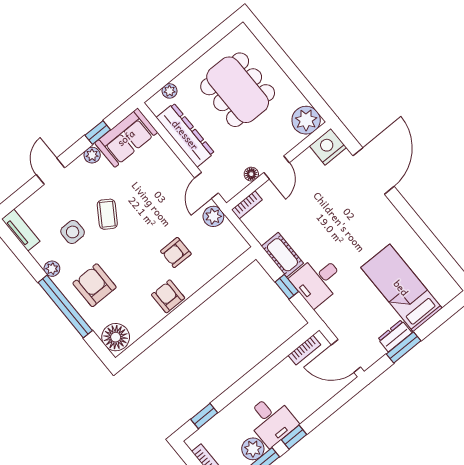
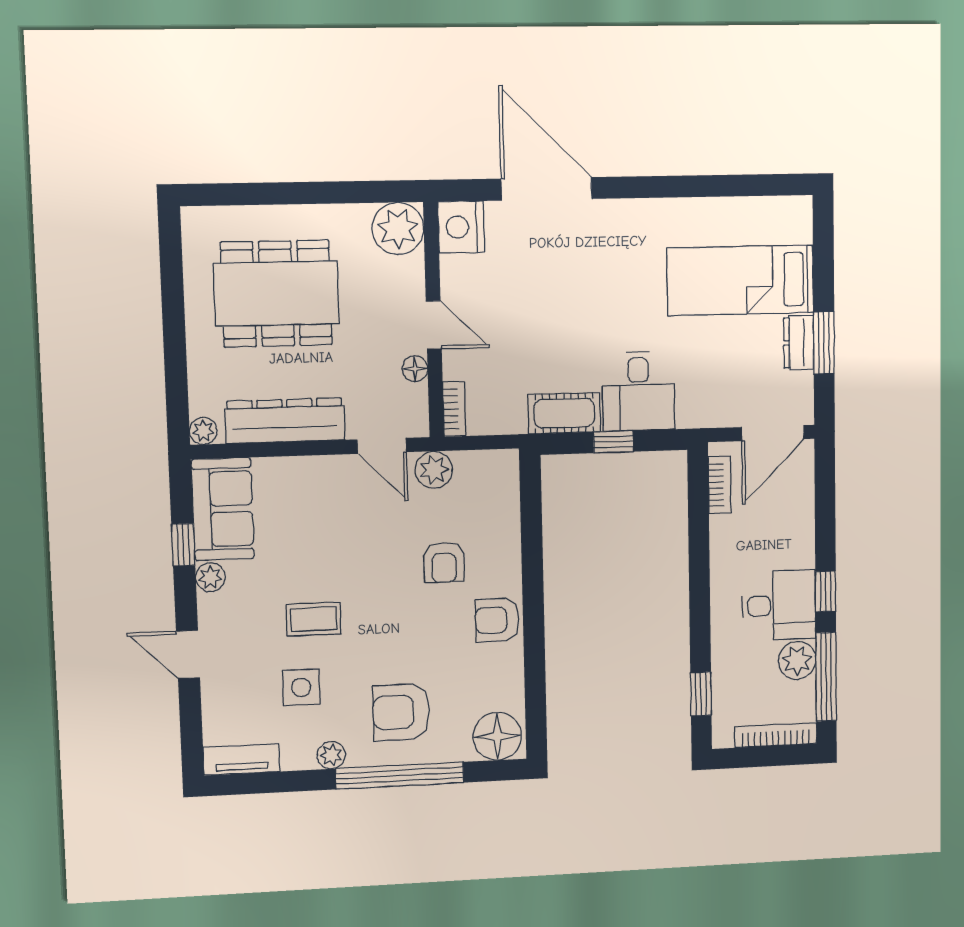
plant: (169, 91) -> (203, 431), moved
coffee table: (107, 214) -> (314, 619), turned -33

